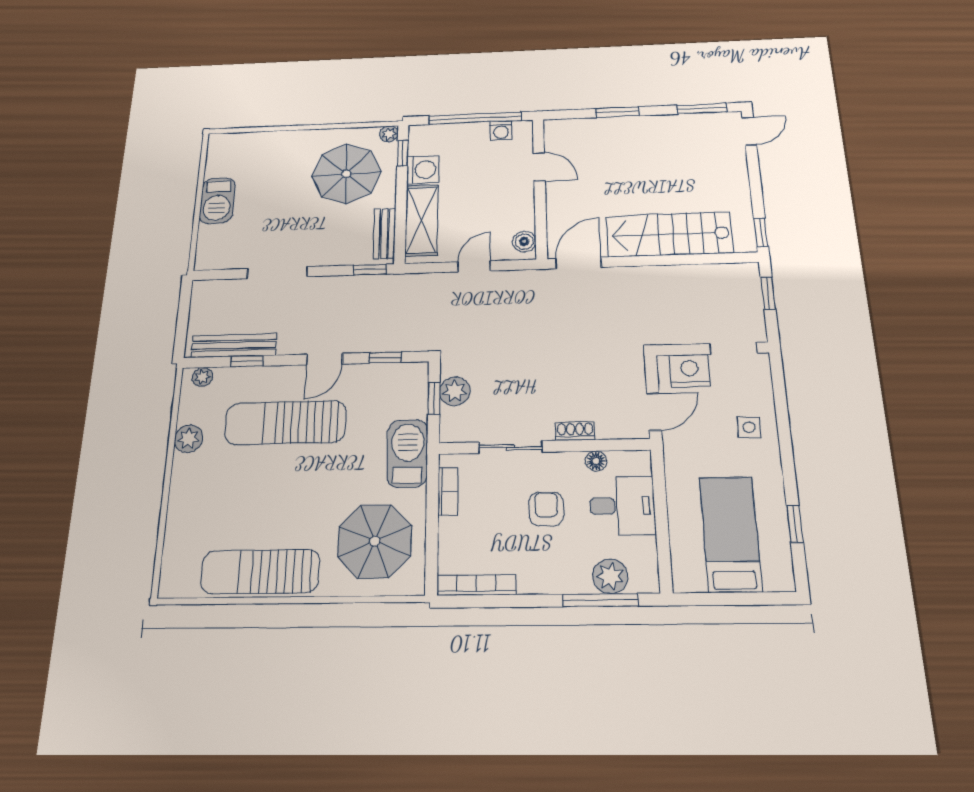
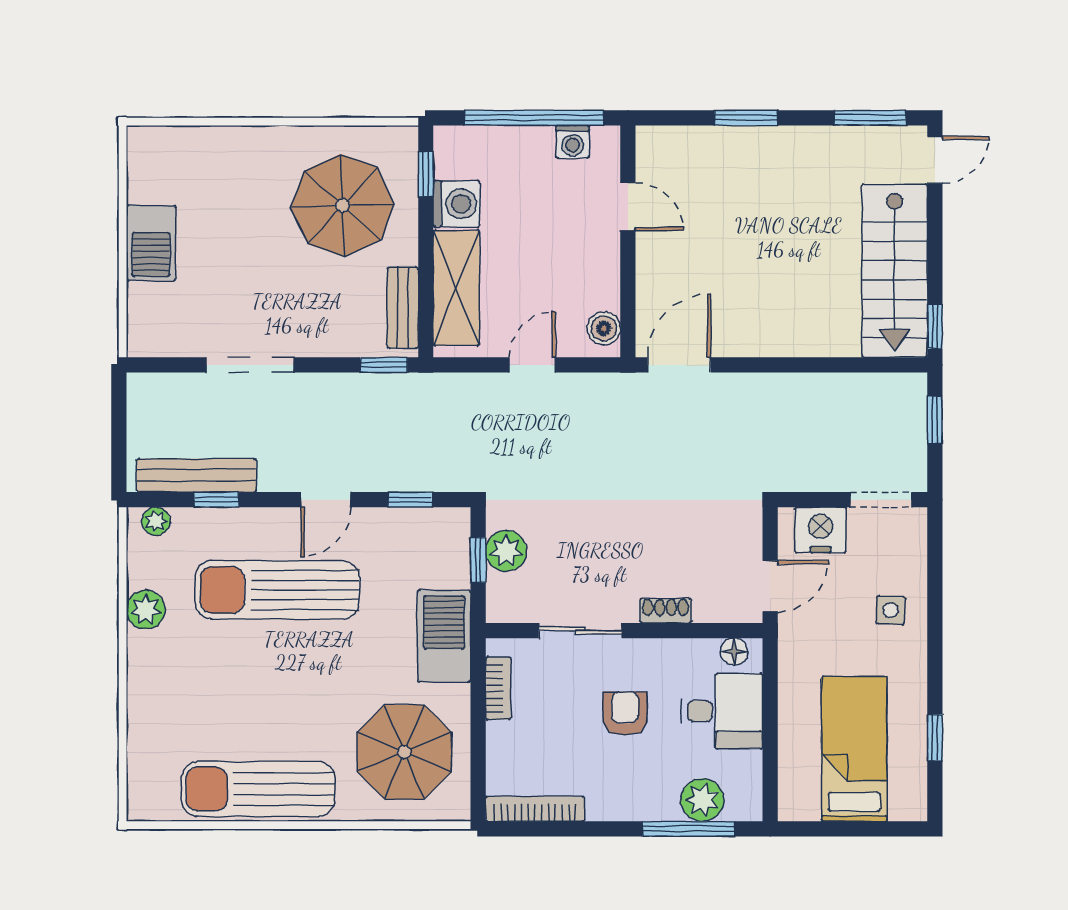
plant: (389, 134) -> (404, 139), removed
stairs: (669, 234) -> (895, 271), moved, turned -90
floor lamp: (596, 461) -> (734, 652), moved

